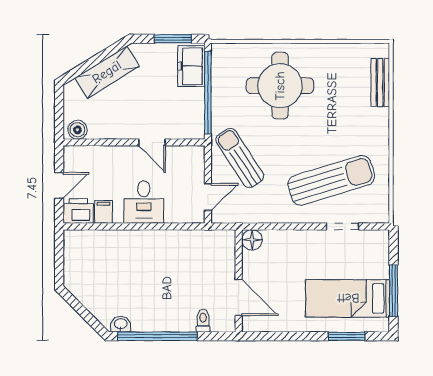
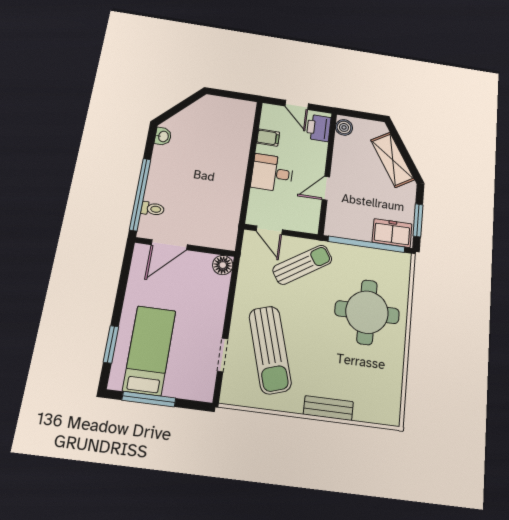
bench: (380, 83) -> (328, 408), moved
printer: (78, 211) -> (319, 128), moved, turned 180
window: (157, 336) -> (140, 194), moved

